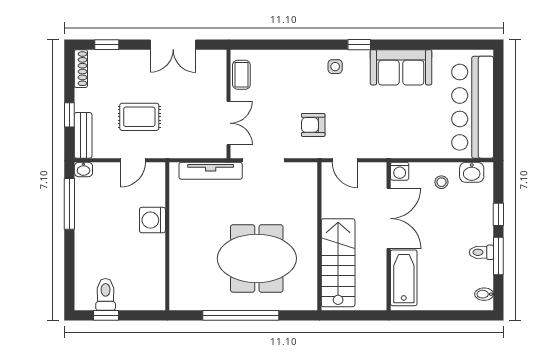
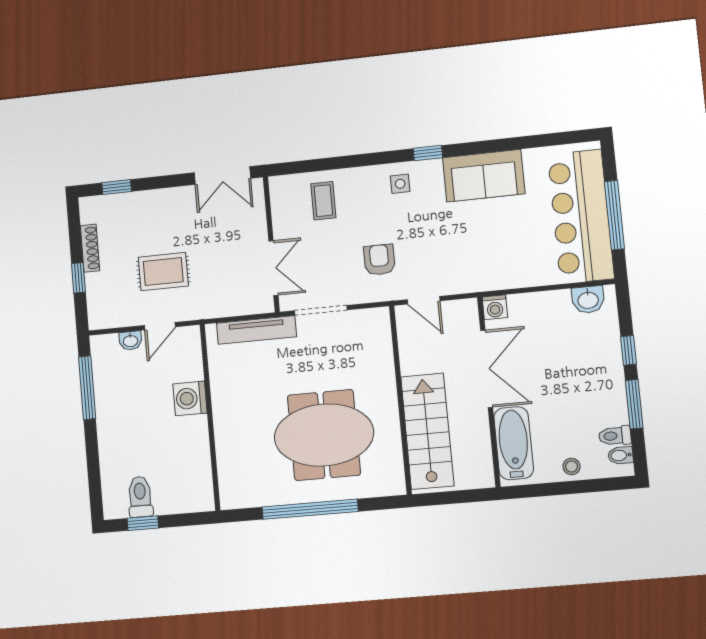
double door: (173, 45) -> (222, 175), moved
shoe rack: (81, 69) -> (90, 248), moved
coffee table: (241, 75) -> (323, 201), moved
window: (498, 109) -> (614, 215), added
armchair: (313, 125) -> (379, 260), turned 90
bench: (83, 135) -> (97, 301), removed
washbasin: (83, 170) -> (130, 341), moved
stool: (441, 182) -> (571, 466), moved
toilet: (481, 252) -> (615, 436), moved

